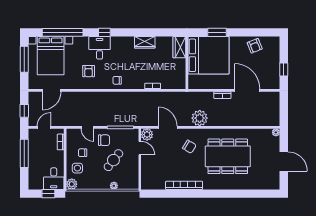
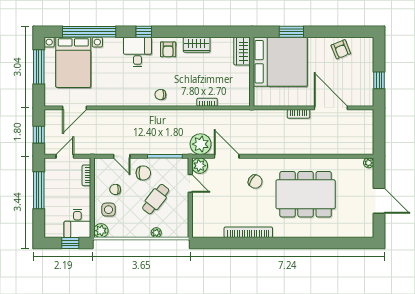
armchair: (89, 71) -> (168, 49), moved
plant: (200, 118) -> (201, 144), moved

